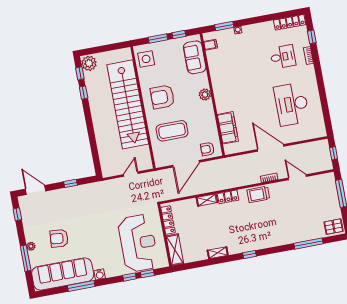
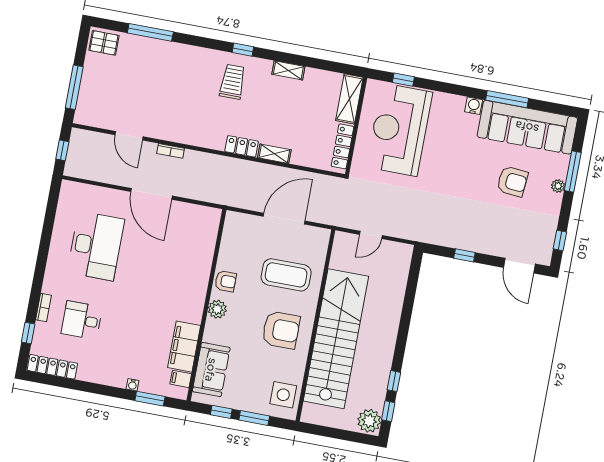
filing cabinet: (228, 128) -> (184, 347), moved
armchair: (207, 149) -> (226, 281), moved
trolley: (258, 194) -> (232, 82), moved, turned -90
window: (129, 277) -> (431, 85), removed

